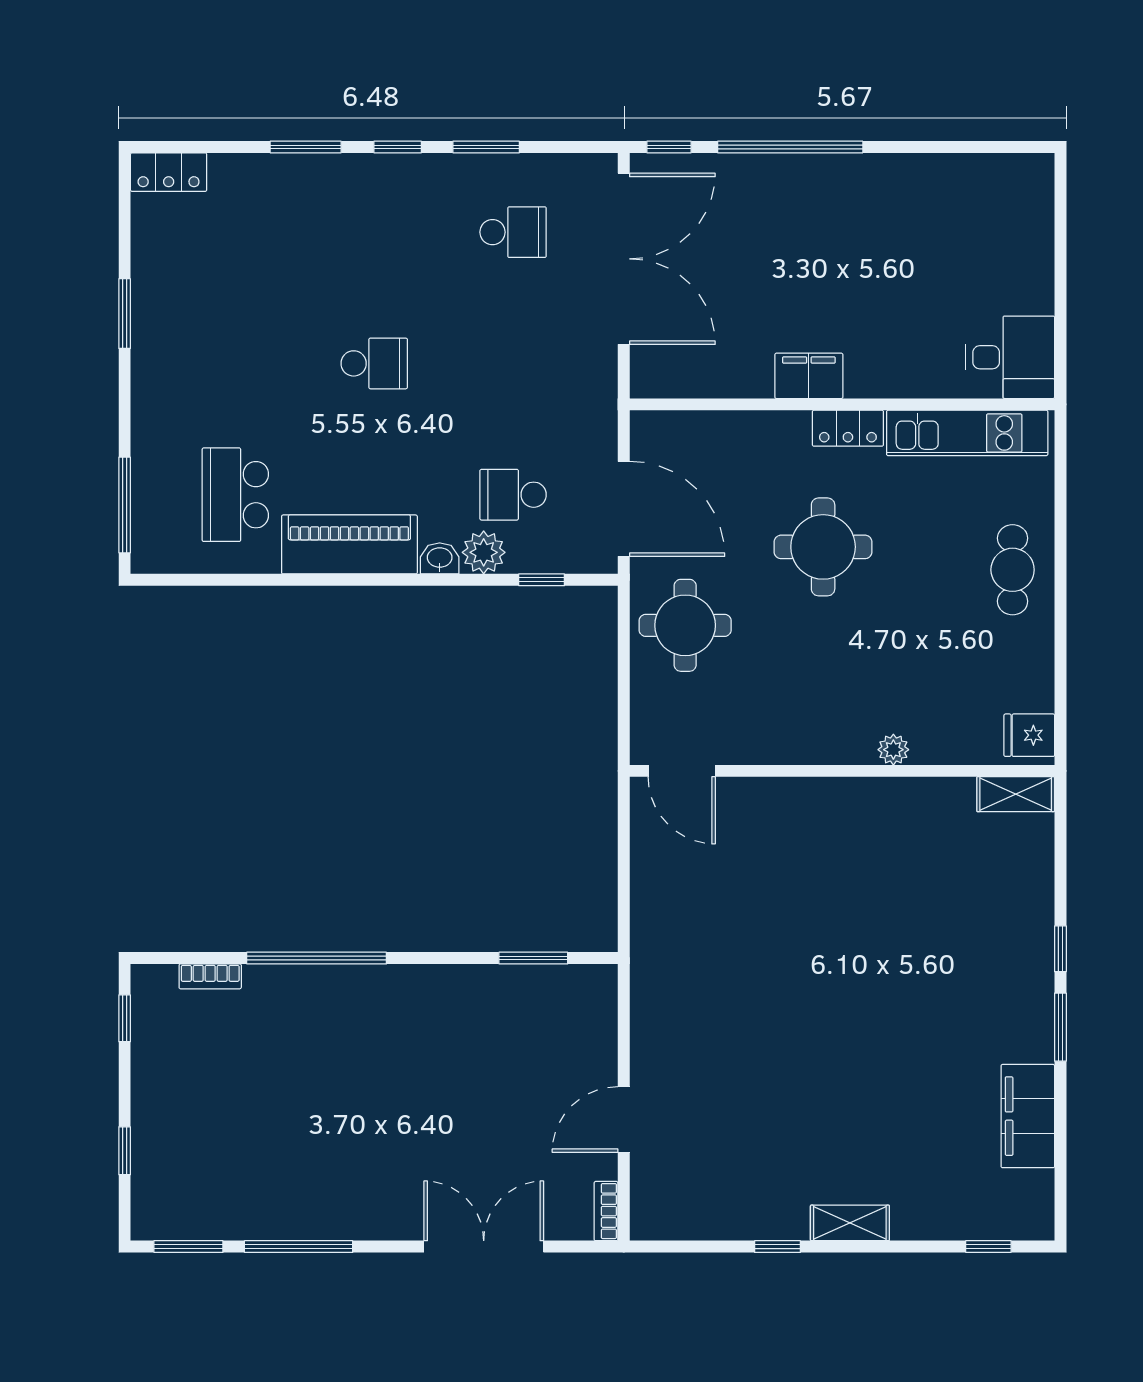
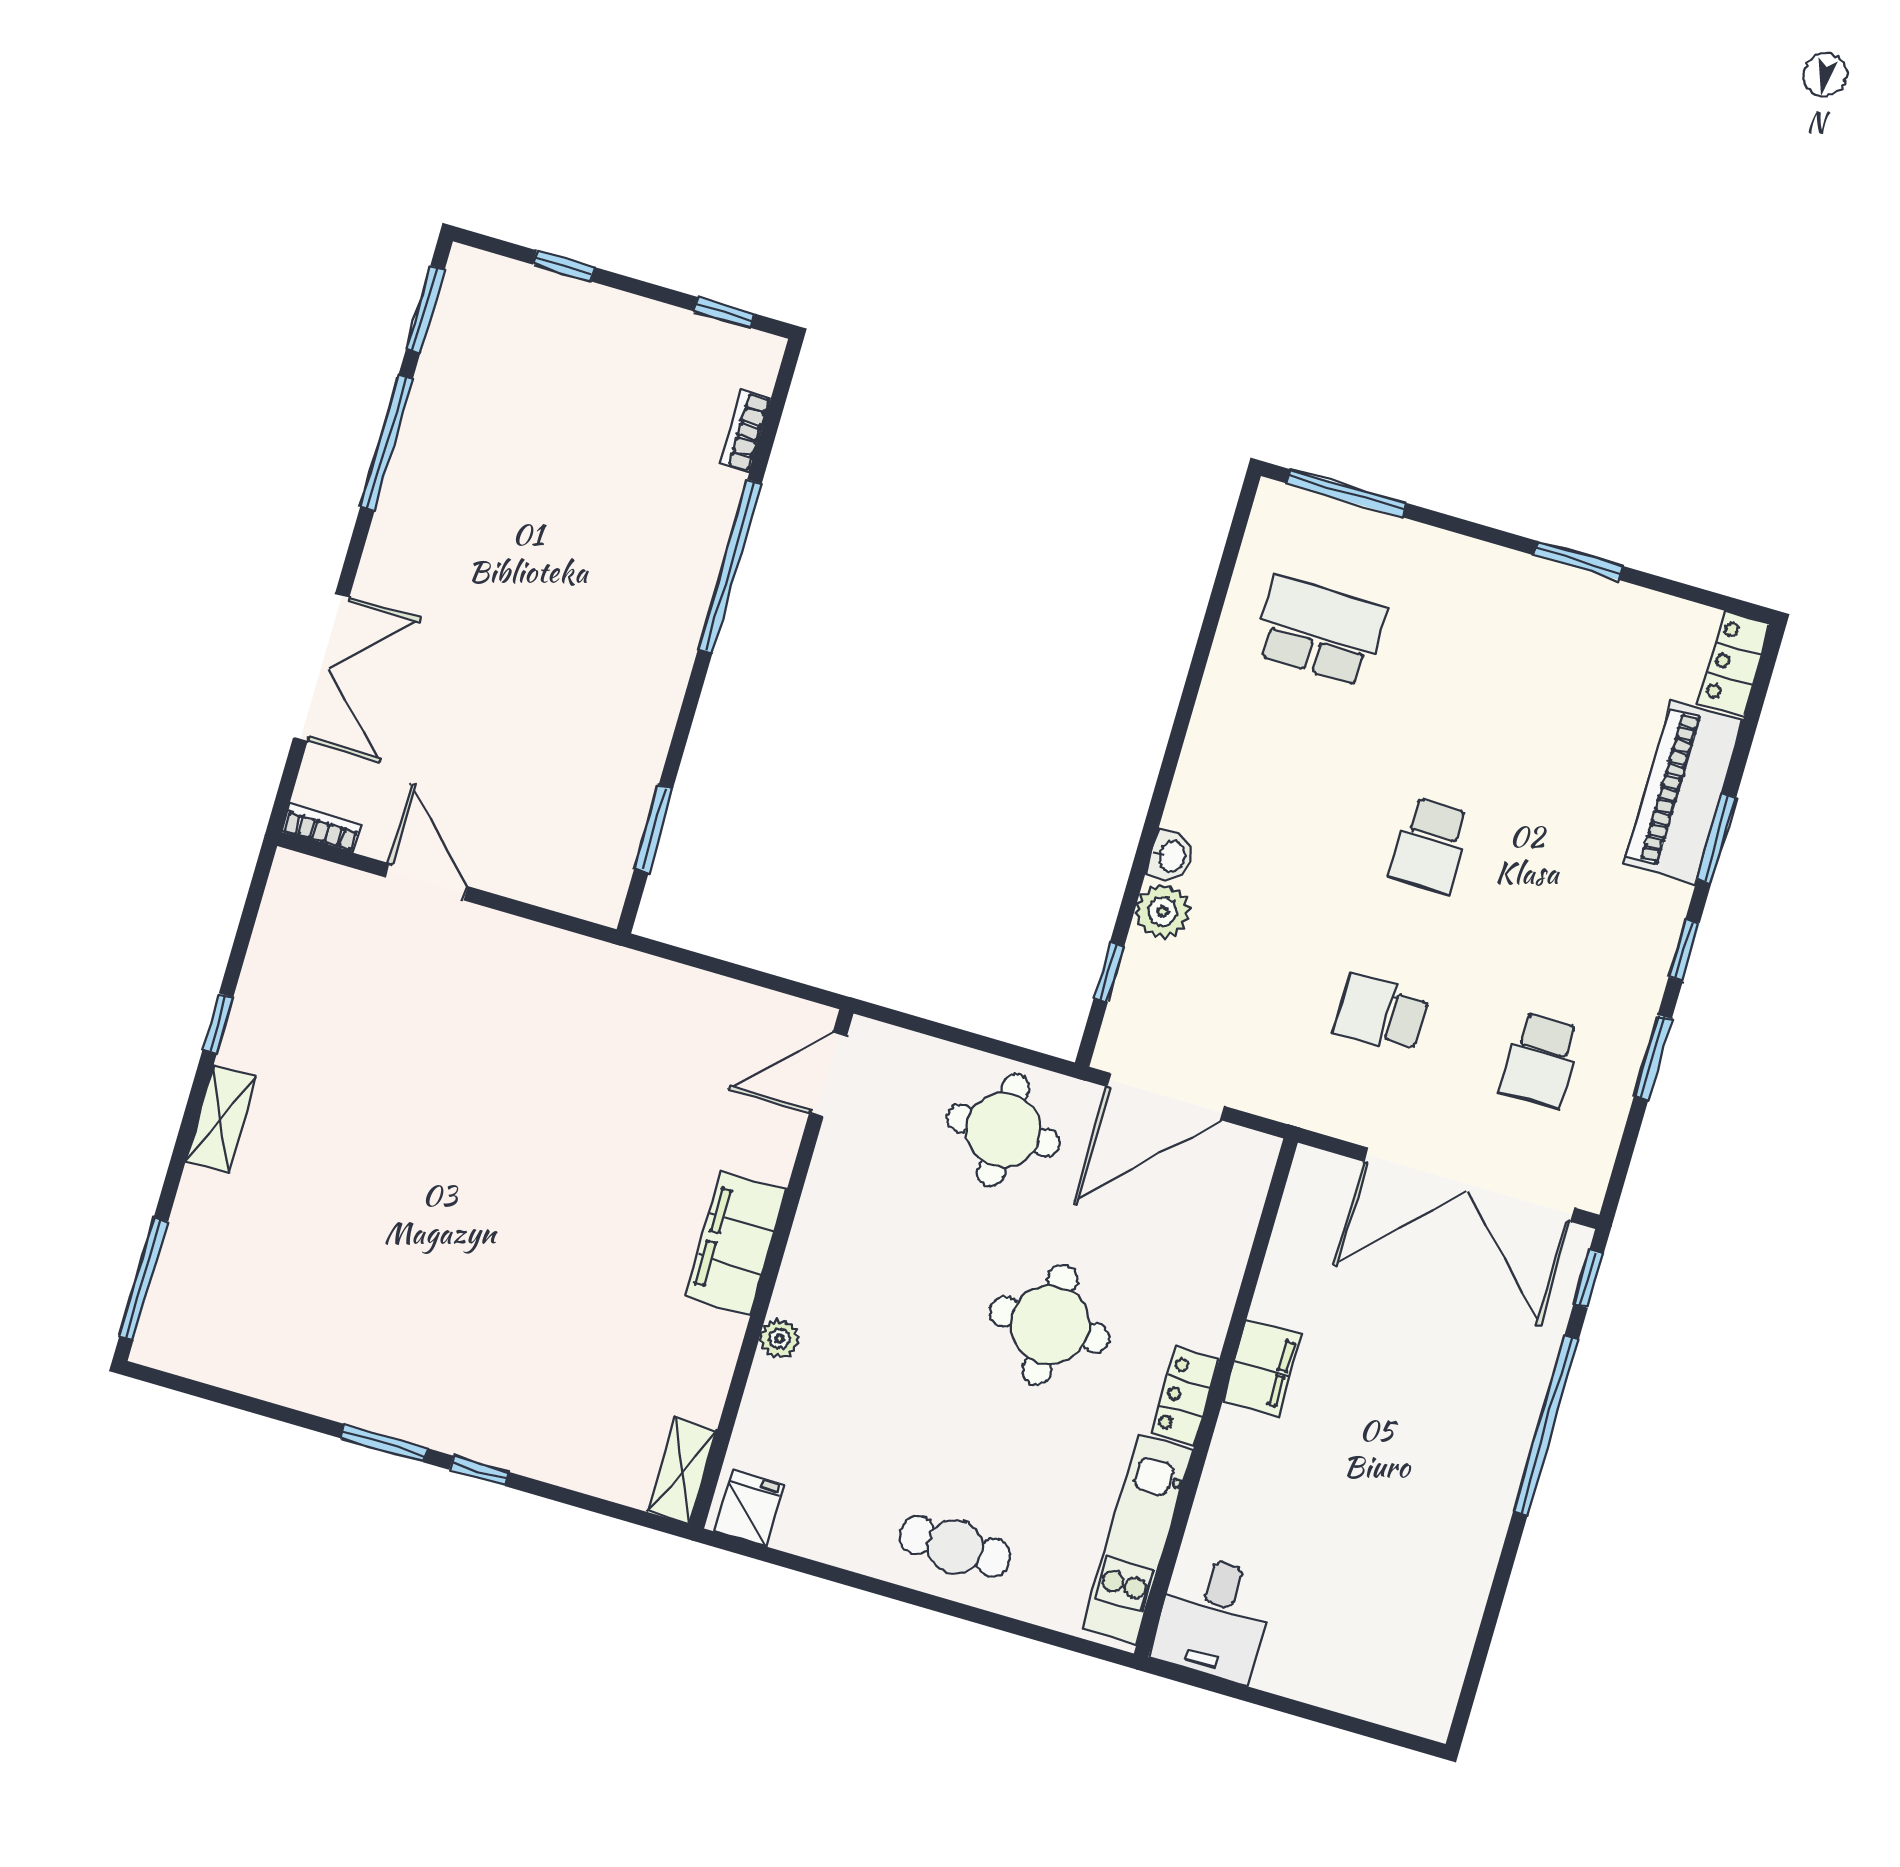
school desk: (513, 495) -> (1381, 1014), moved, turned -90
piano: (349, 544) -> (1683, 792), moved, turned 180
filing cabinet: (1028, 1116) -> (736, 1243), moved, turned -90
window: (988, 1247) -> (144, 1279), width x2.17

